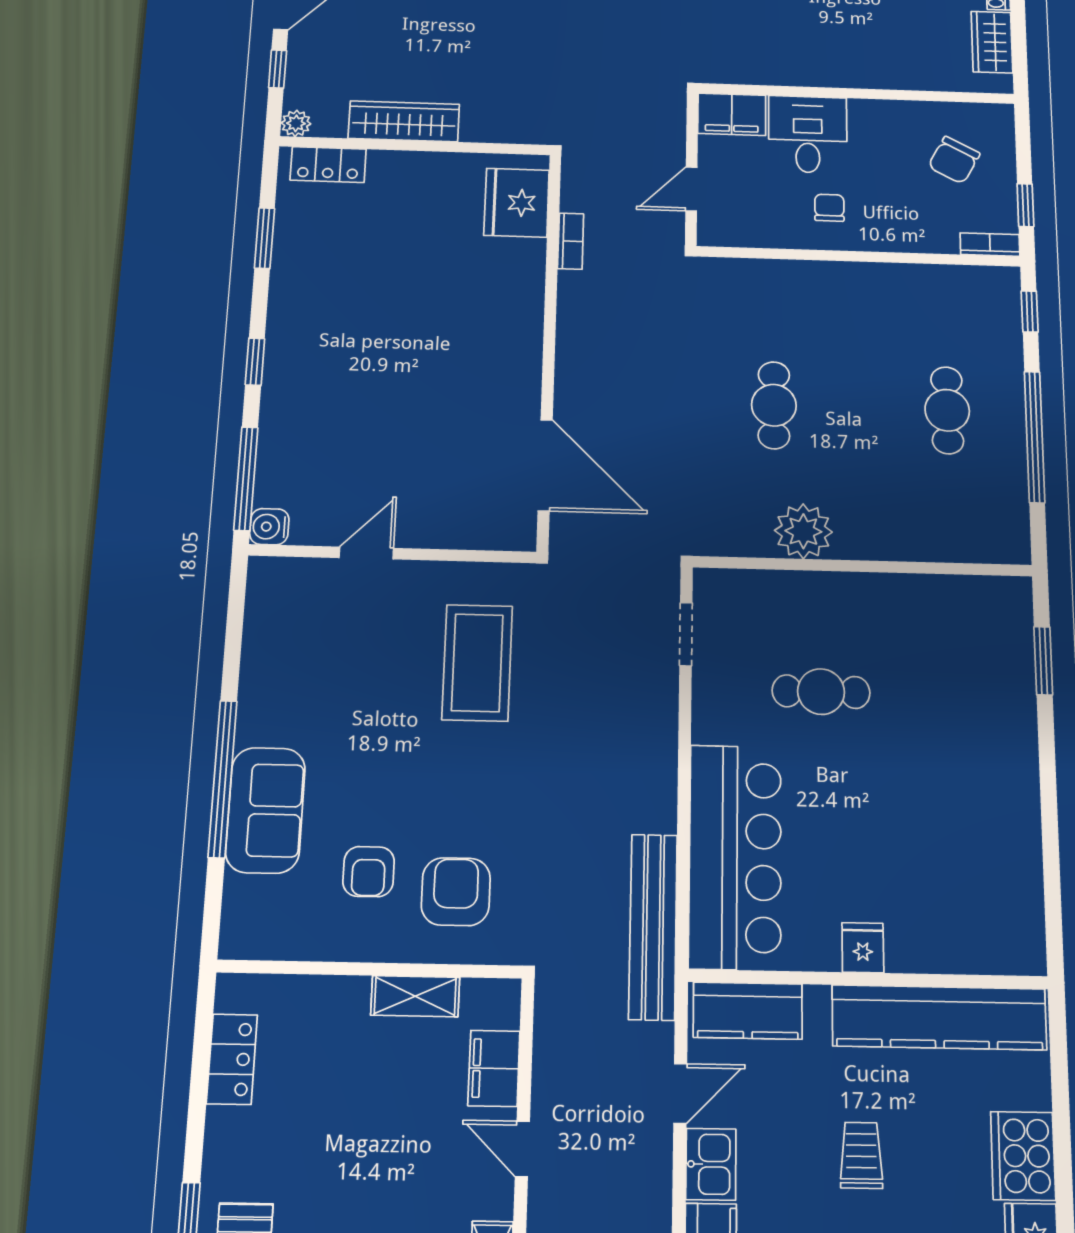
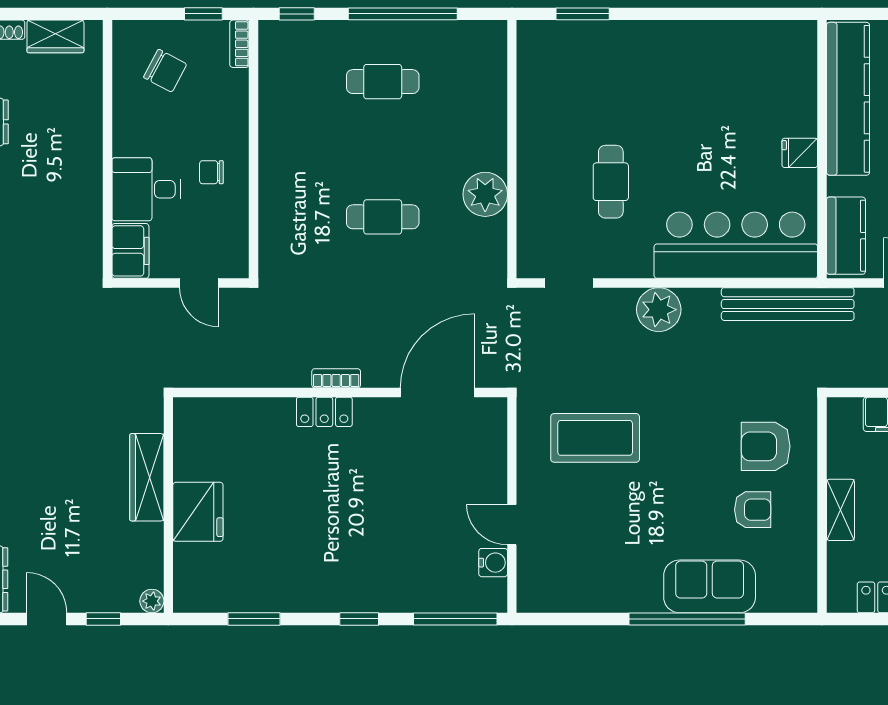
wardrobe: (404, 121) -> (147, 477), moved
locker: (328, 165) -> (324, 412), moved, turned 90
fridge: (517, 203) -> (198, 512), moved, turned -90
bookcase: (571, 241) -> (336, 378), moved
water cooler: (269, 527) -> (493, 563), moved, turned -90
plant: (648, 751) -> (659, 310), added
shelving: (415, 996) -> (840, 510), moved

